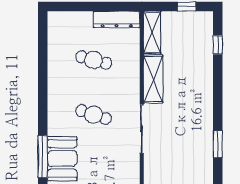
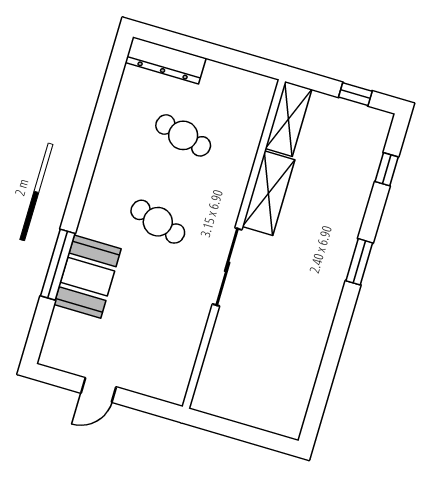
dresser: (117, 19) -> (166, 60), moved
window: (218, 144) -> (359, 262), moved

